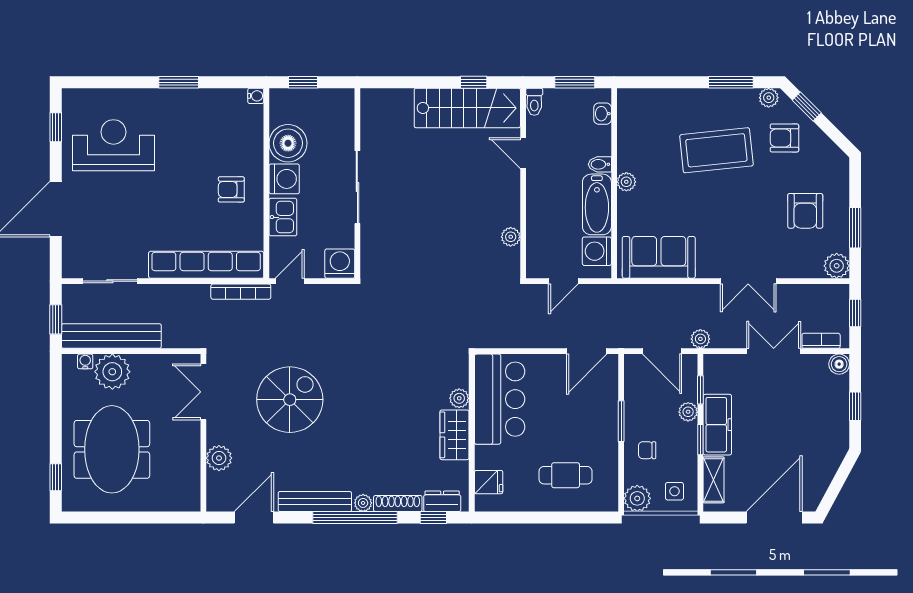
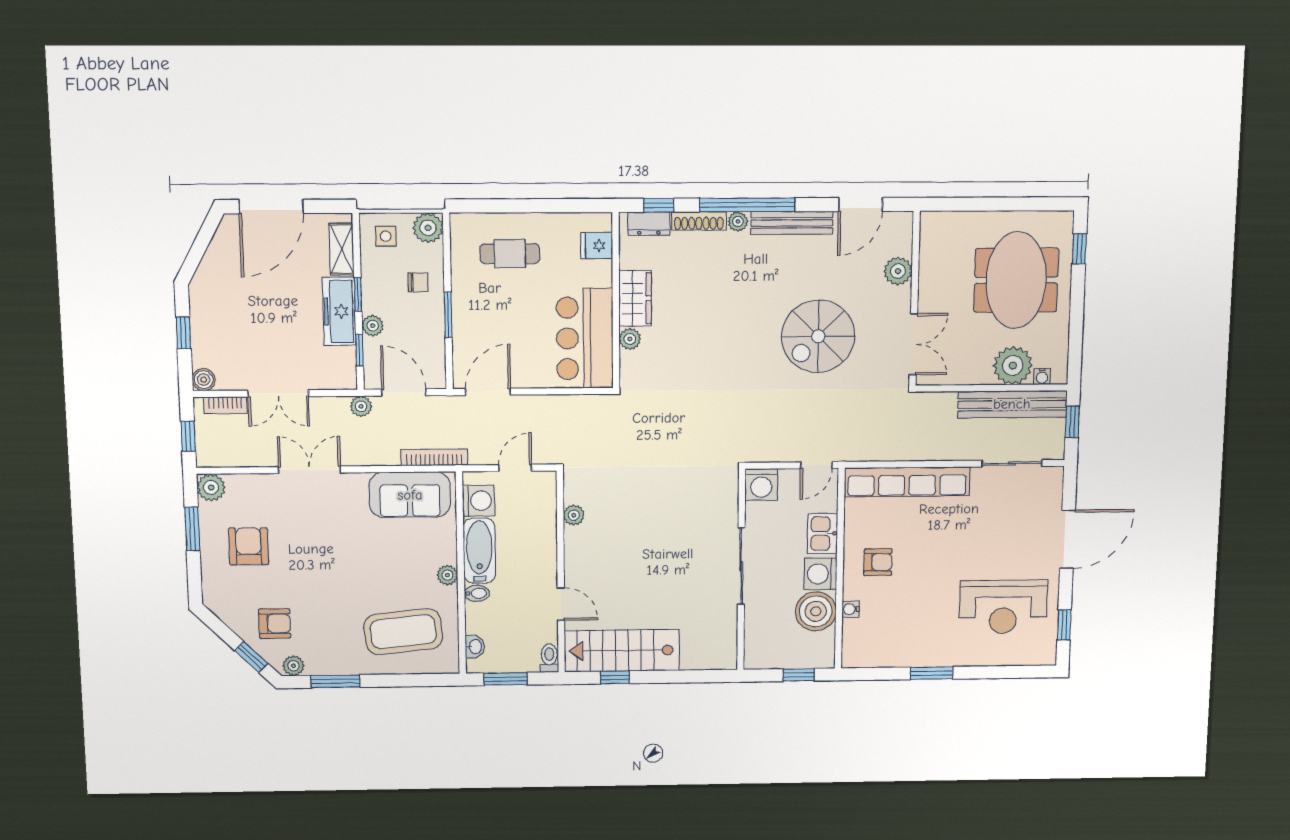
water cooler: (256, 96) -> (851, 609), moved
coffee table: (716, 150) -> (403, 632), moved
bookcase: (241, 292) -> (434, 457), moved

